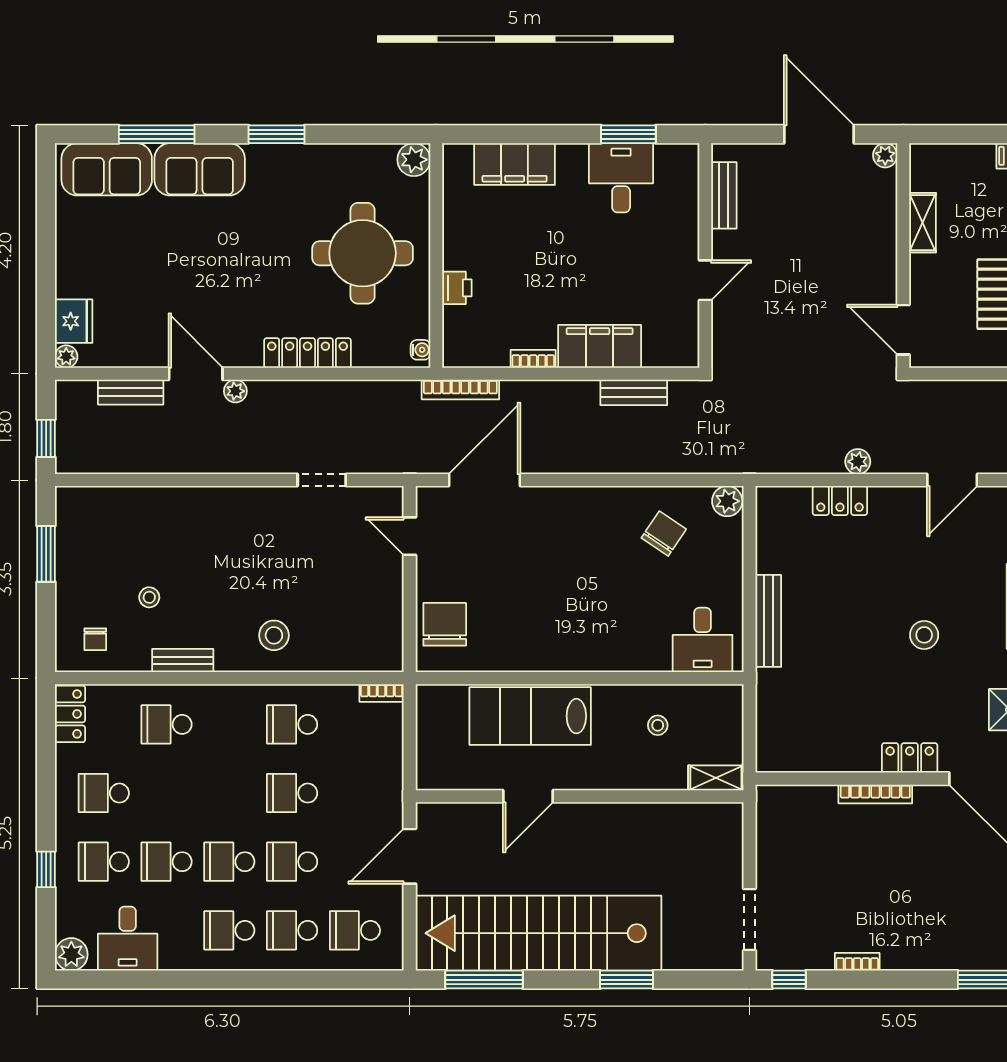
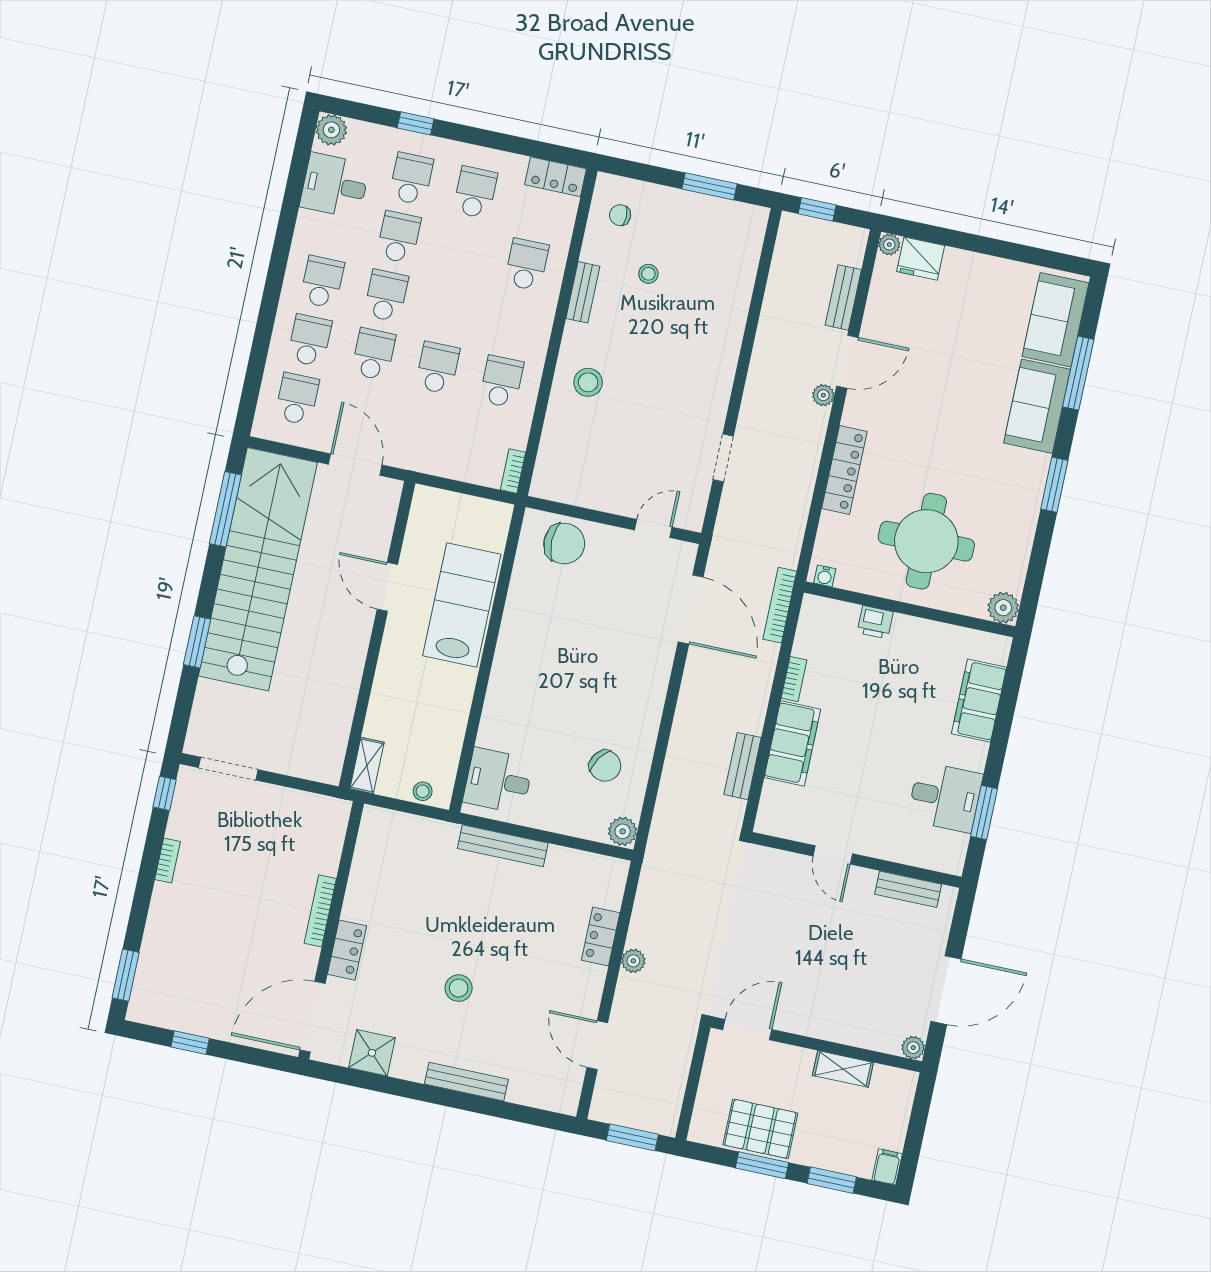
stool: (658, 725) -> (423, 791), moved

